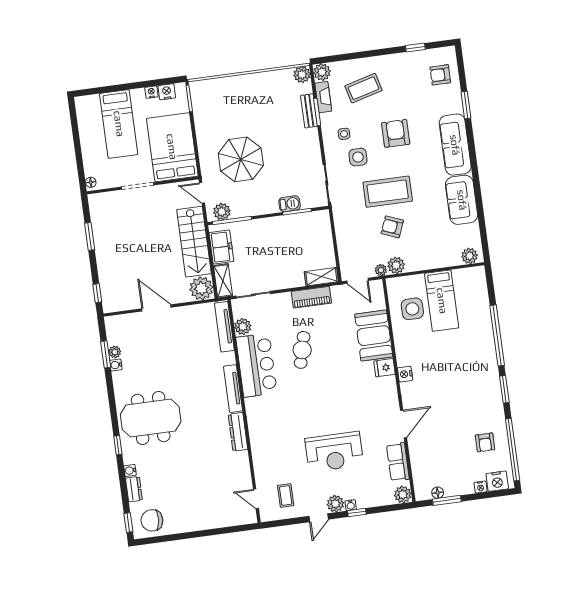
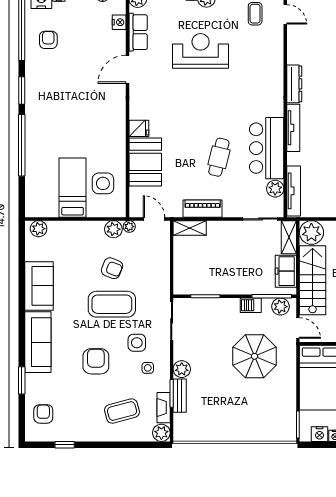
plant: (302, 75) -> (182, 369), moved
armchair: (440, 75) -> (43, 414), turned -90
armchair: (396, 133) -> (96, 361), turned 180
barbecue: (290, 204) -> (251, 305), moved
nightstand: (405, 374) -> (119, 22), moved

